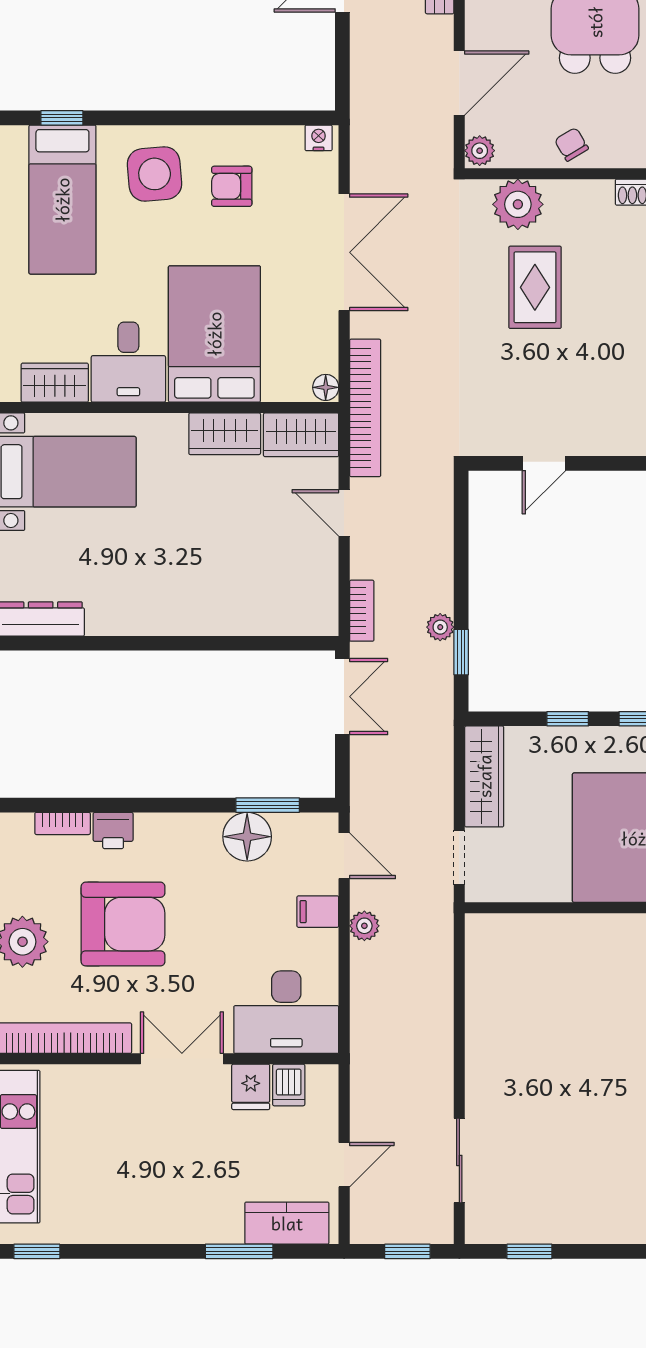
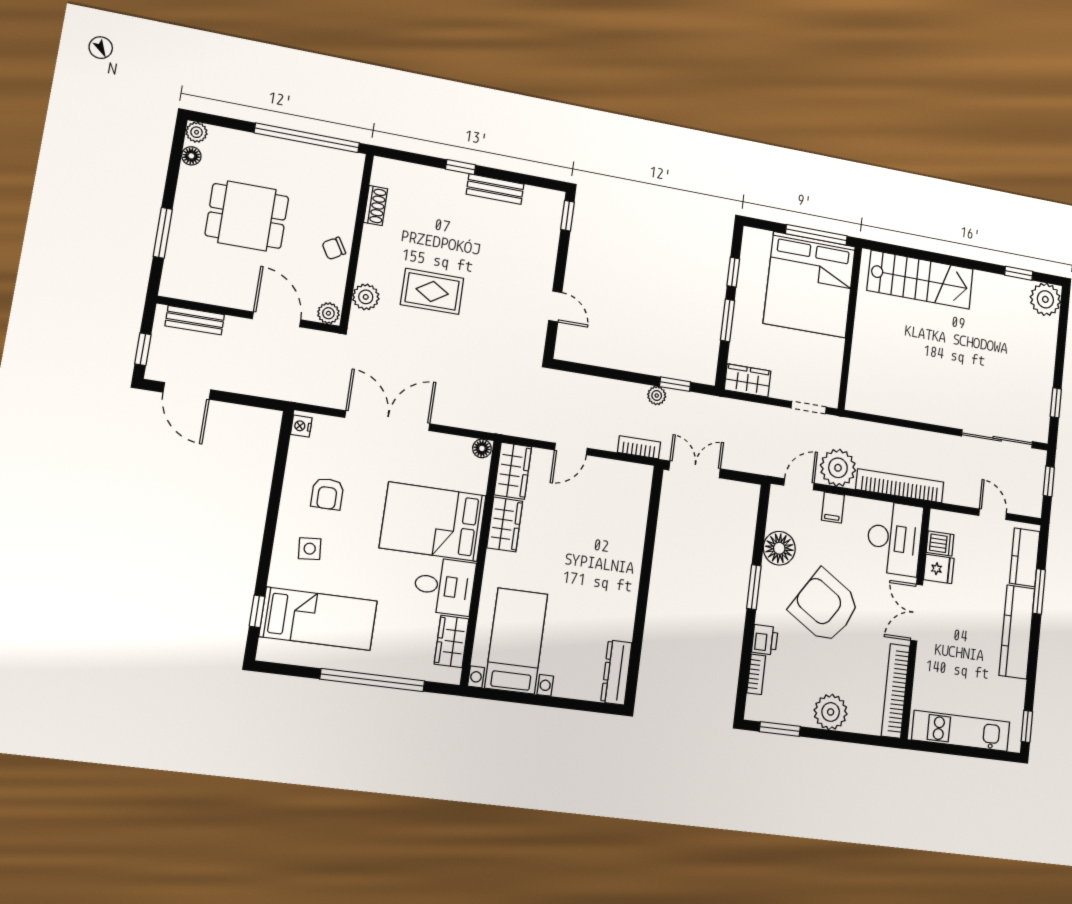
side table: (155, 174) -> (310, 549), width x0.54, depth x0.54
plant: (518, 204) -> (366, 297), width x0.73, depth x0.73
bookcase: (365, 408) -> (900, 486), moved
window: (568, 719) -> (728, 320), width x1.50
wardrobe: (484, 776) -> (747, 380), width x0.67
window: (268, 805) -> (754, 587), moved
armchair: (123, 924) -> (825, 606), moved, turned -57
plant: (364, 926) -> (838, 468), width x1.88, depth x1.88
sliding door: (459, 1160) -> (997, 439), width x1.37
kitchen counter: (174, 1222) -> (1017, 632), added

